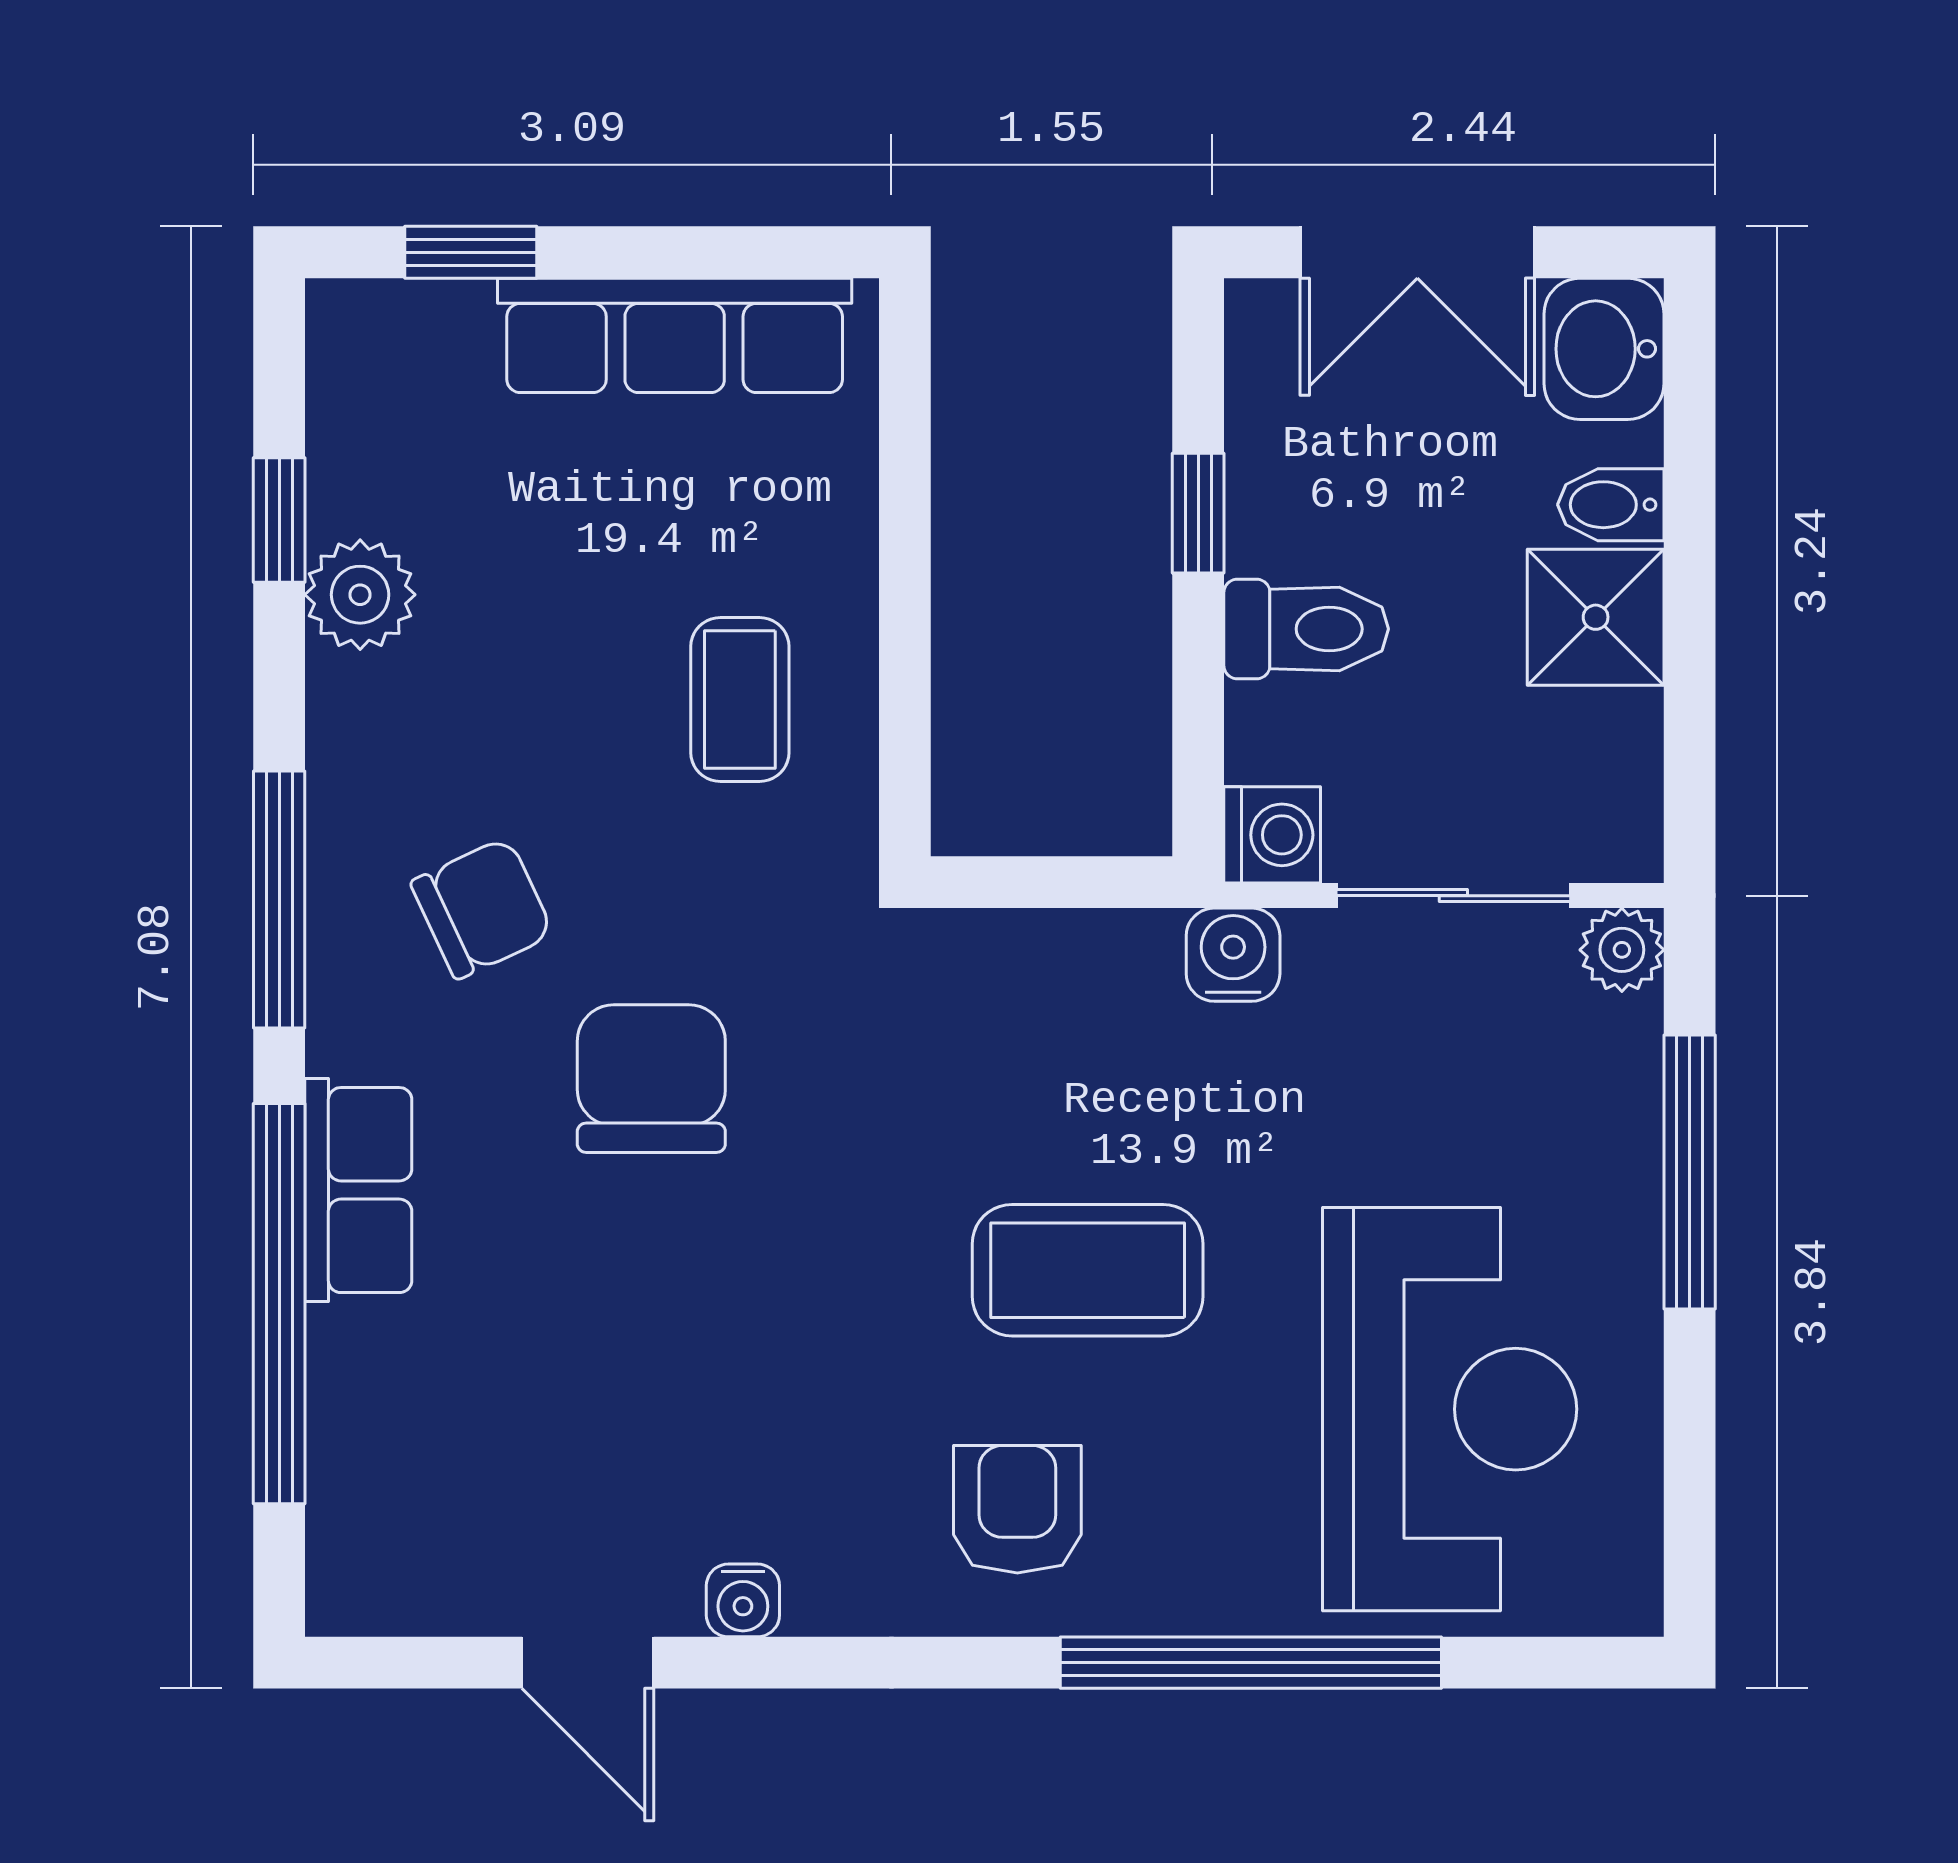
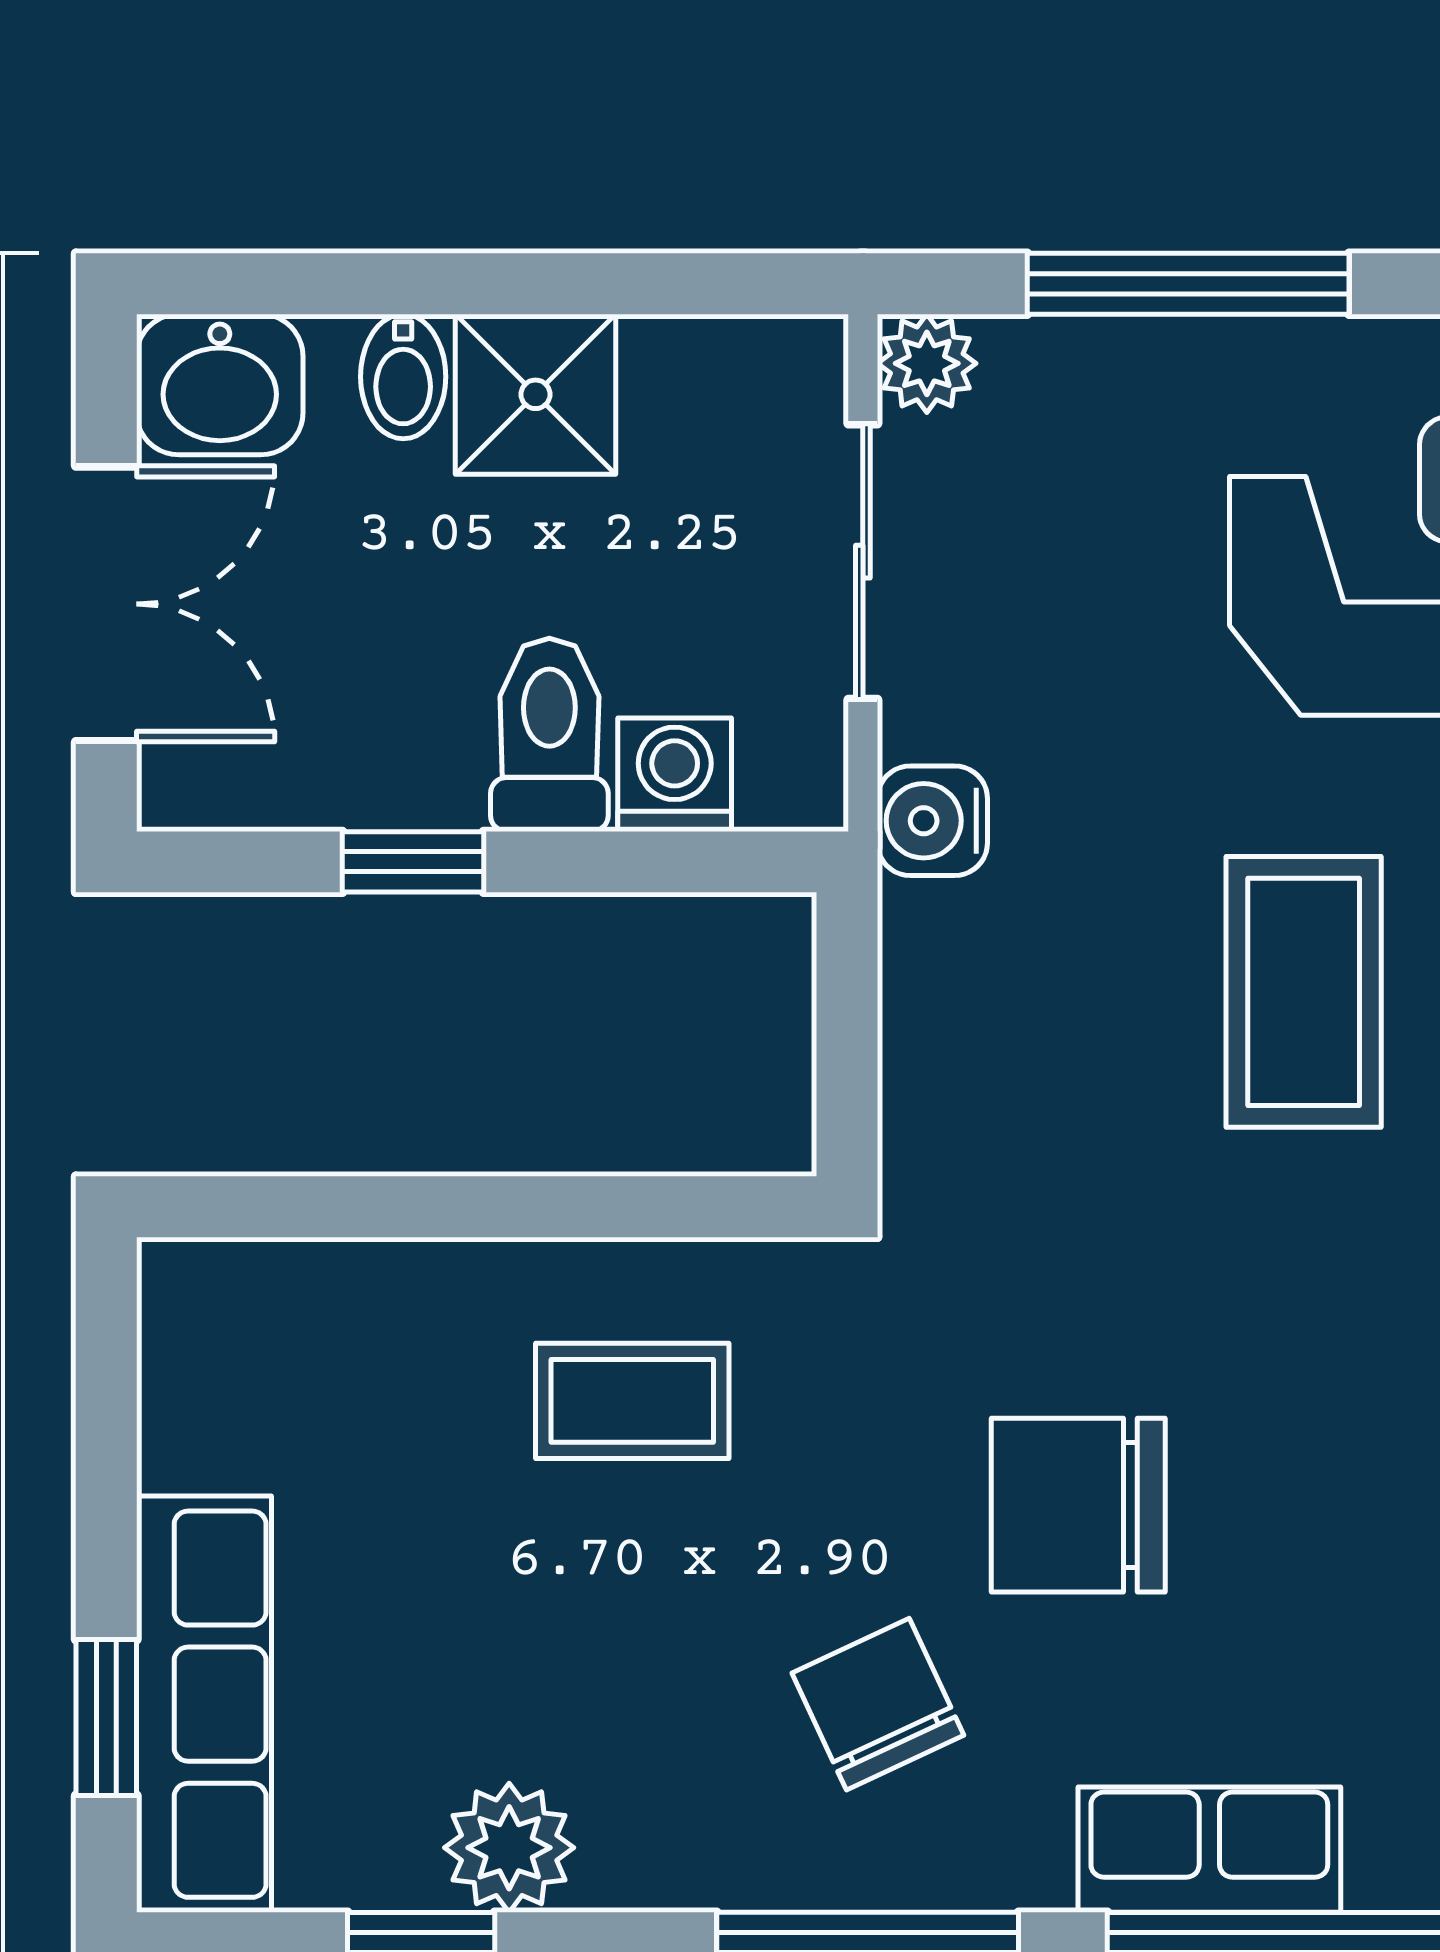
row of seats: (675, 335) -> (204, 1704), moved
washing machine: (1272, 835) -> (675, 775), moved

